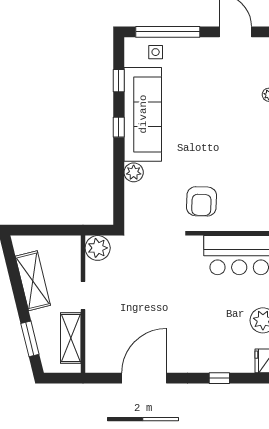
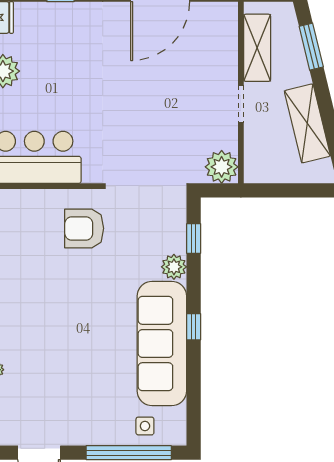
window: (119, 81) -> (194, 238), moved
armchair: (201, 201) -> (84, 228), turned -92

